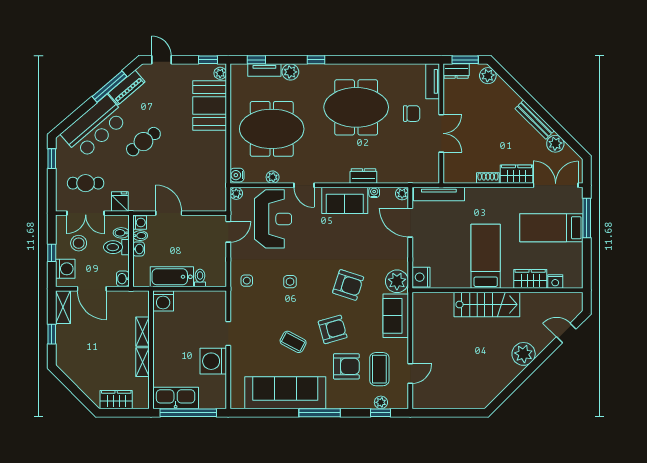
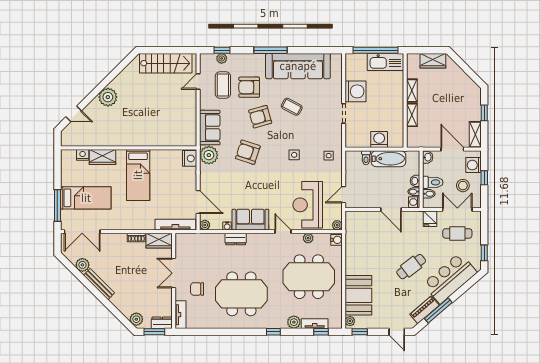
wardrobe: (517, 174) -> (159, 241), moved
washing machine: (163, 301) -> (379, 139), moved
stairs: (487, 305) -> (166, 63), moved, turned 180

